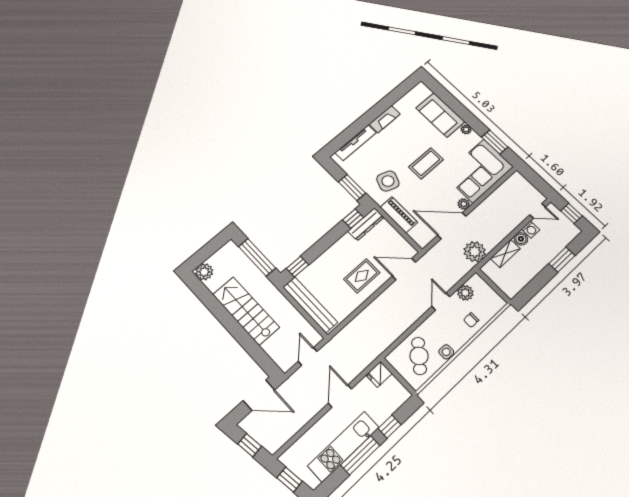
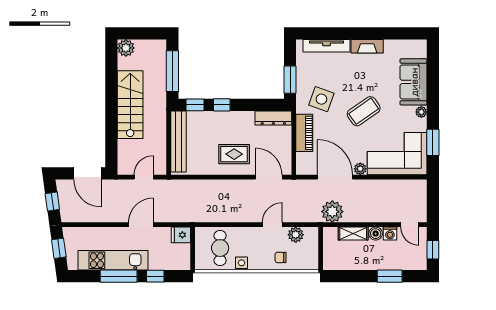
coffee table: (426, 163) -> (364, 111), turned -35
window: (353, 219) -> (222, 105), moved
cafe table: (419, 356) -> (220, 248), turned -40

